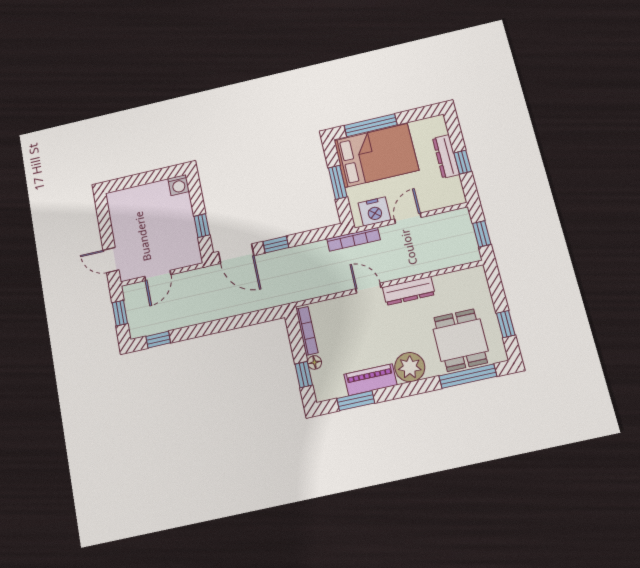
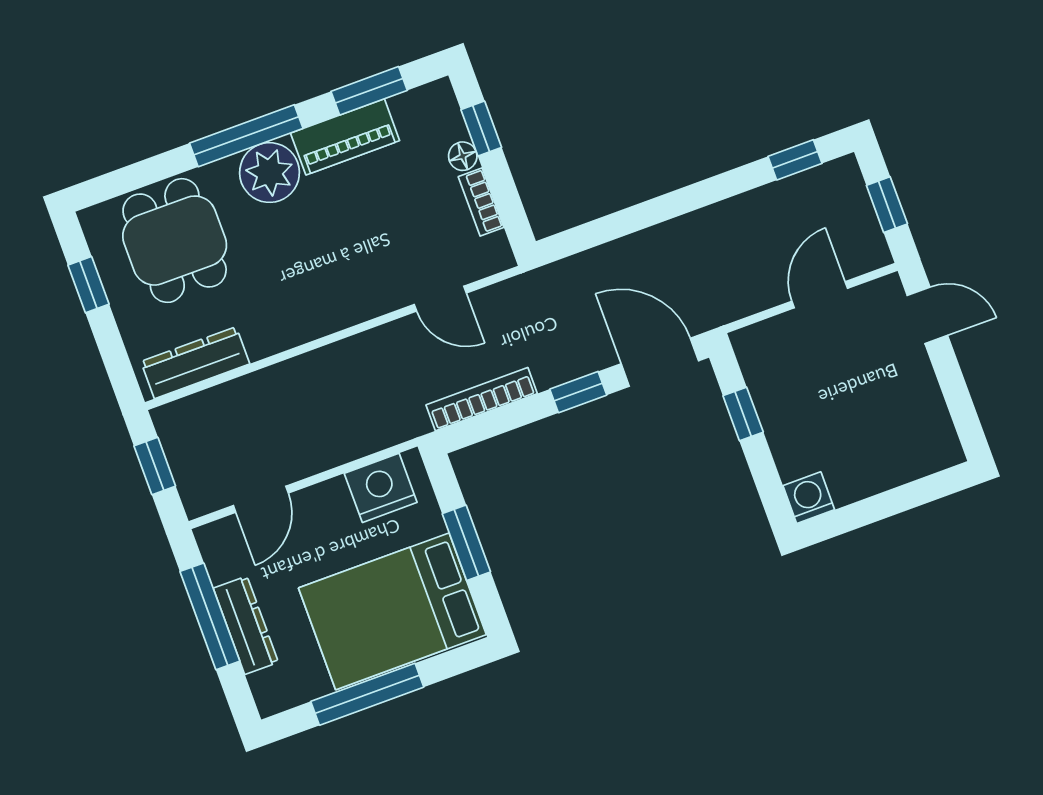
window: (371, 125) -> (367, 694), moved
window: (463, 162) -> (210, 616), width x2.17
door: (408, 218) -> (261, 499), moved
bookcase: (353, 239) -> (482, 399), moved
door: (368, 288) -> (440, 299), moved
dresser: (409, 291) -> (195, 363), moved
bookcase: (307, 331) -> (481, 202), width x0.64
window: (468, 376) -> (246, 136), moved

